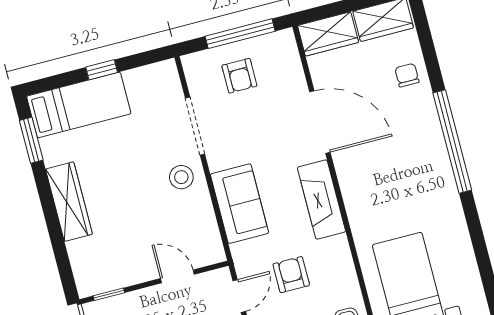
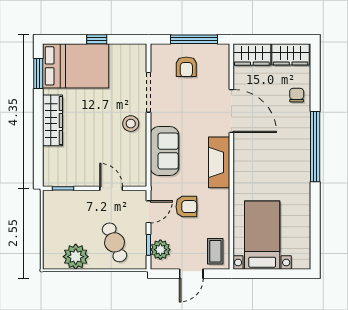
bed: (79, 105) -> (76, 66), width x1.50
armchair: (291, 275) -> (186, 207), turned 90

